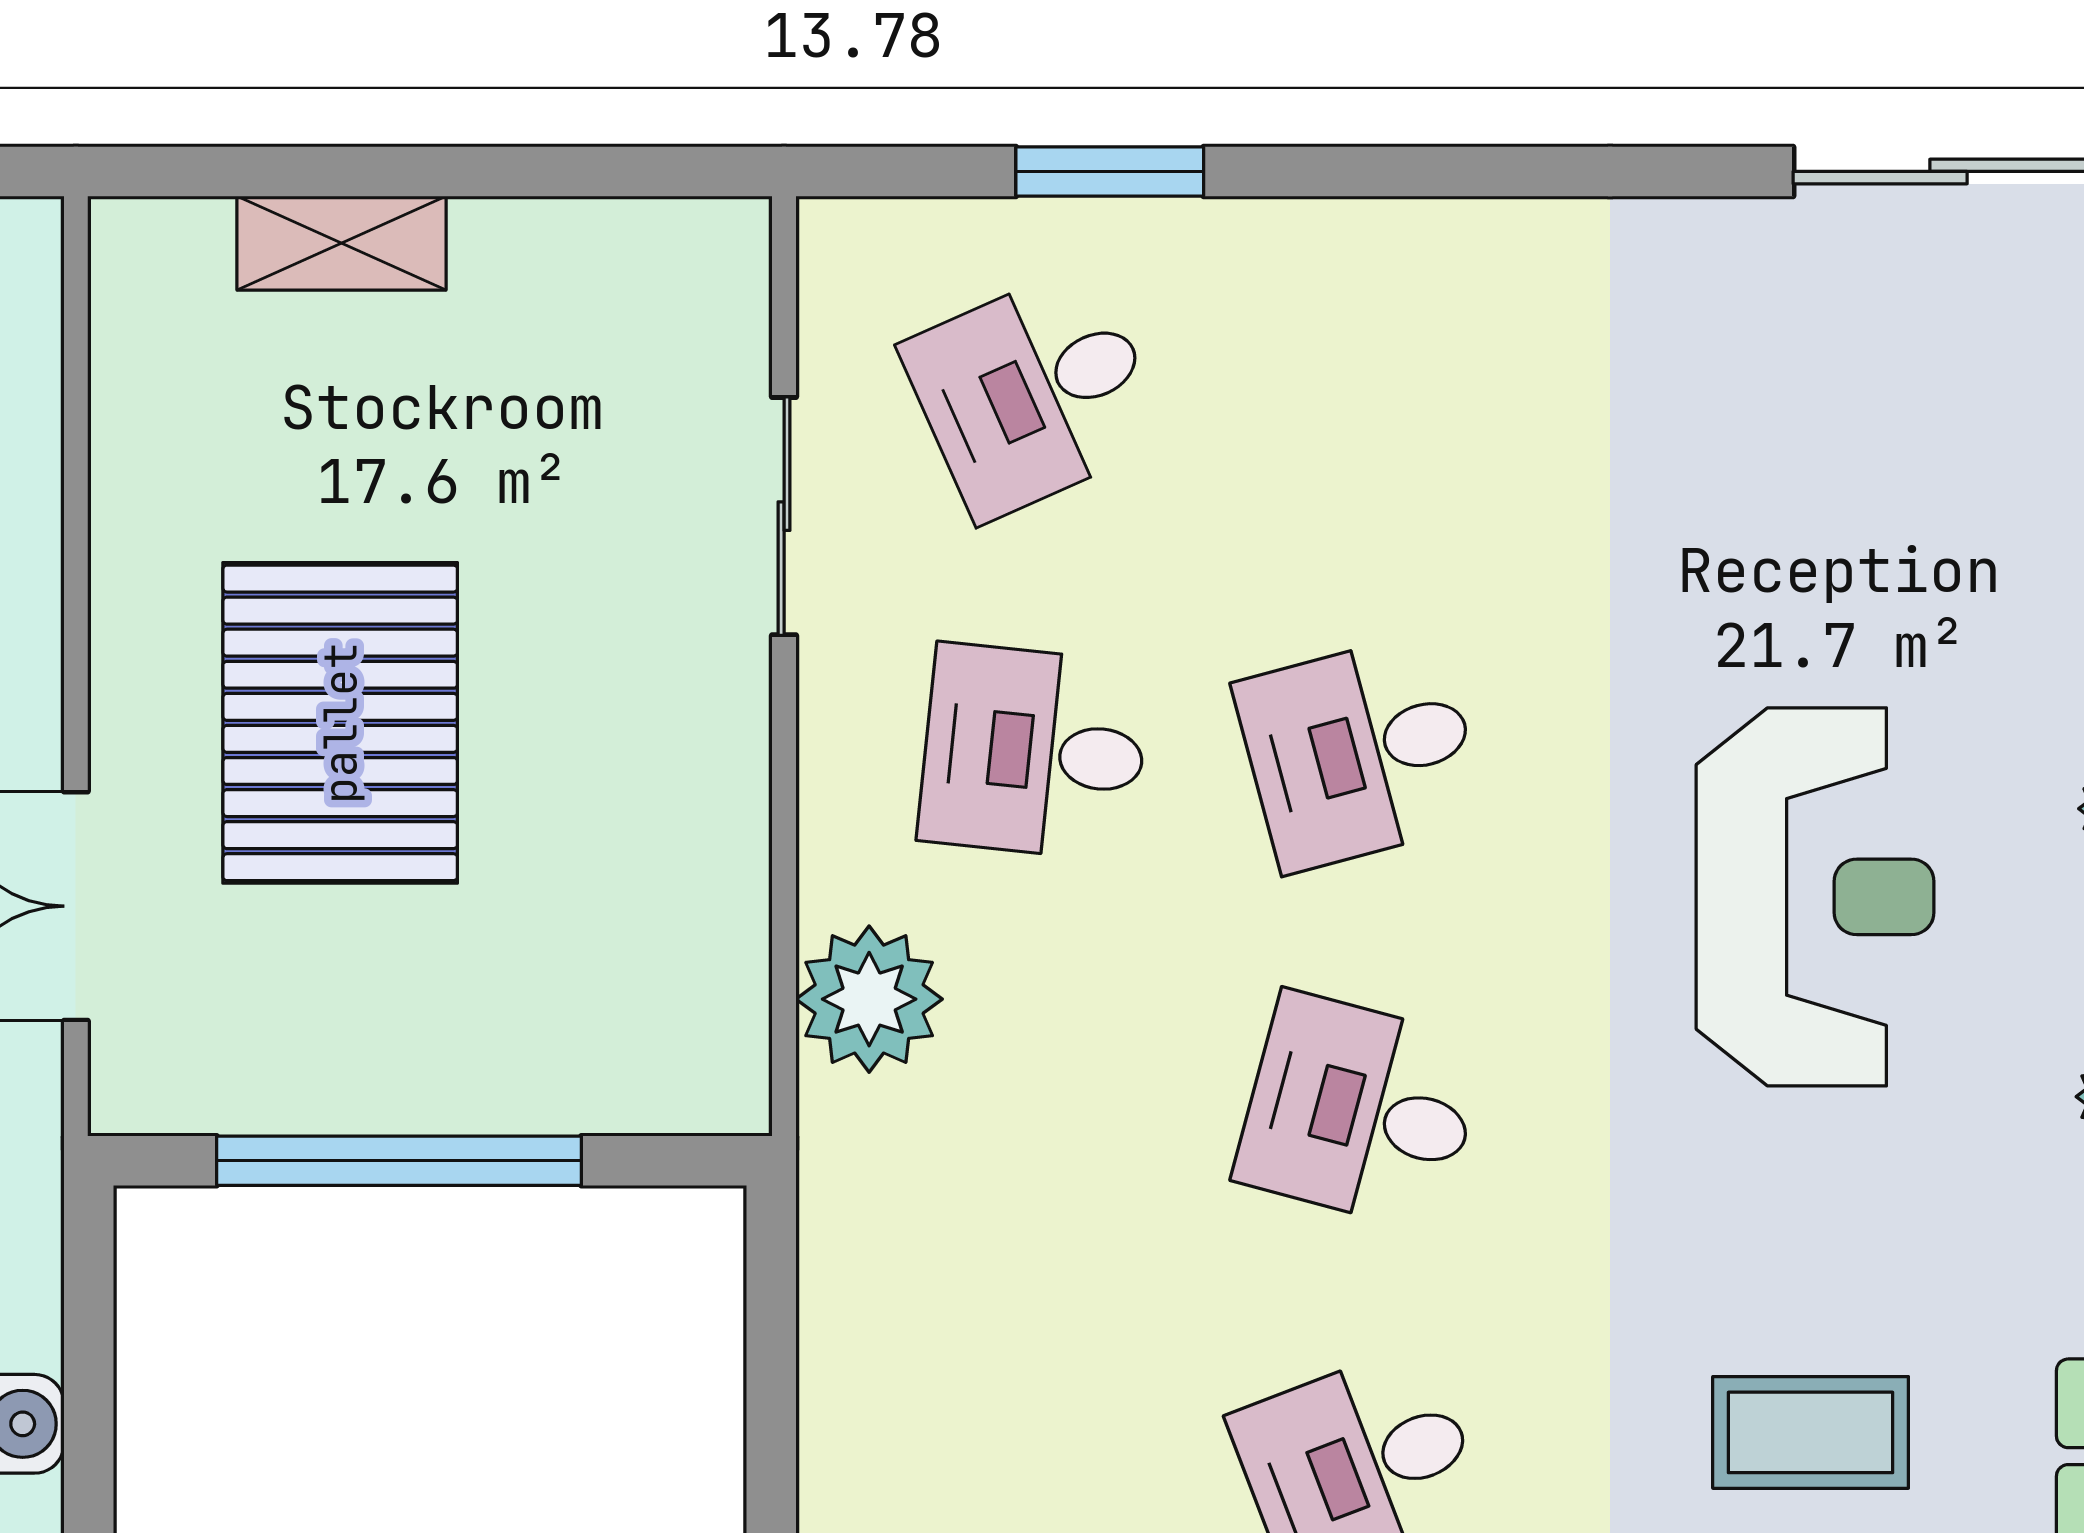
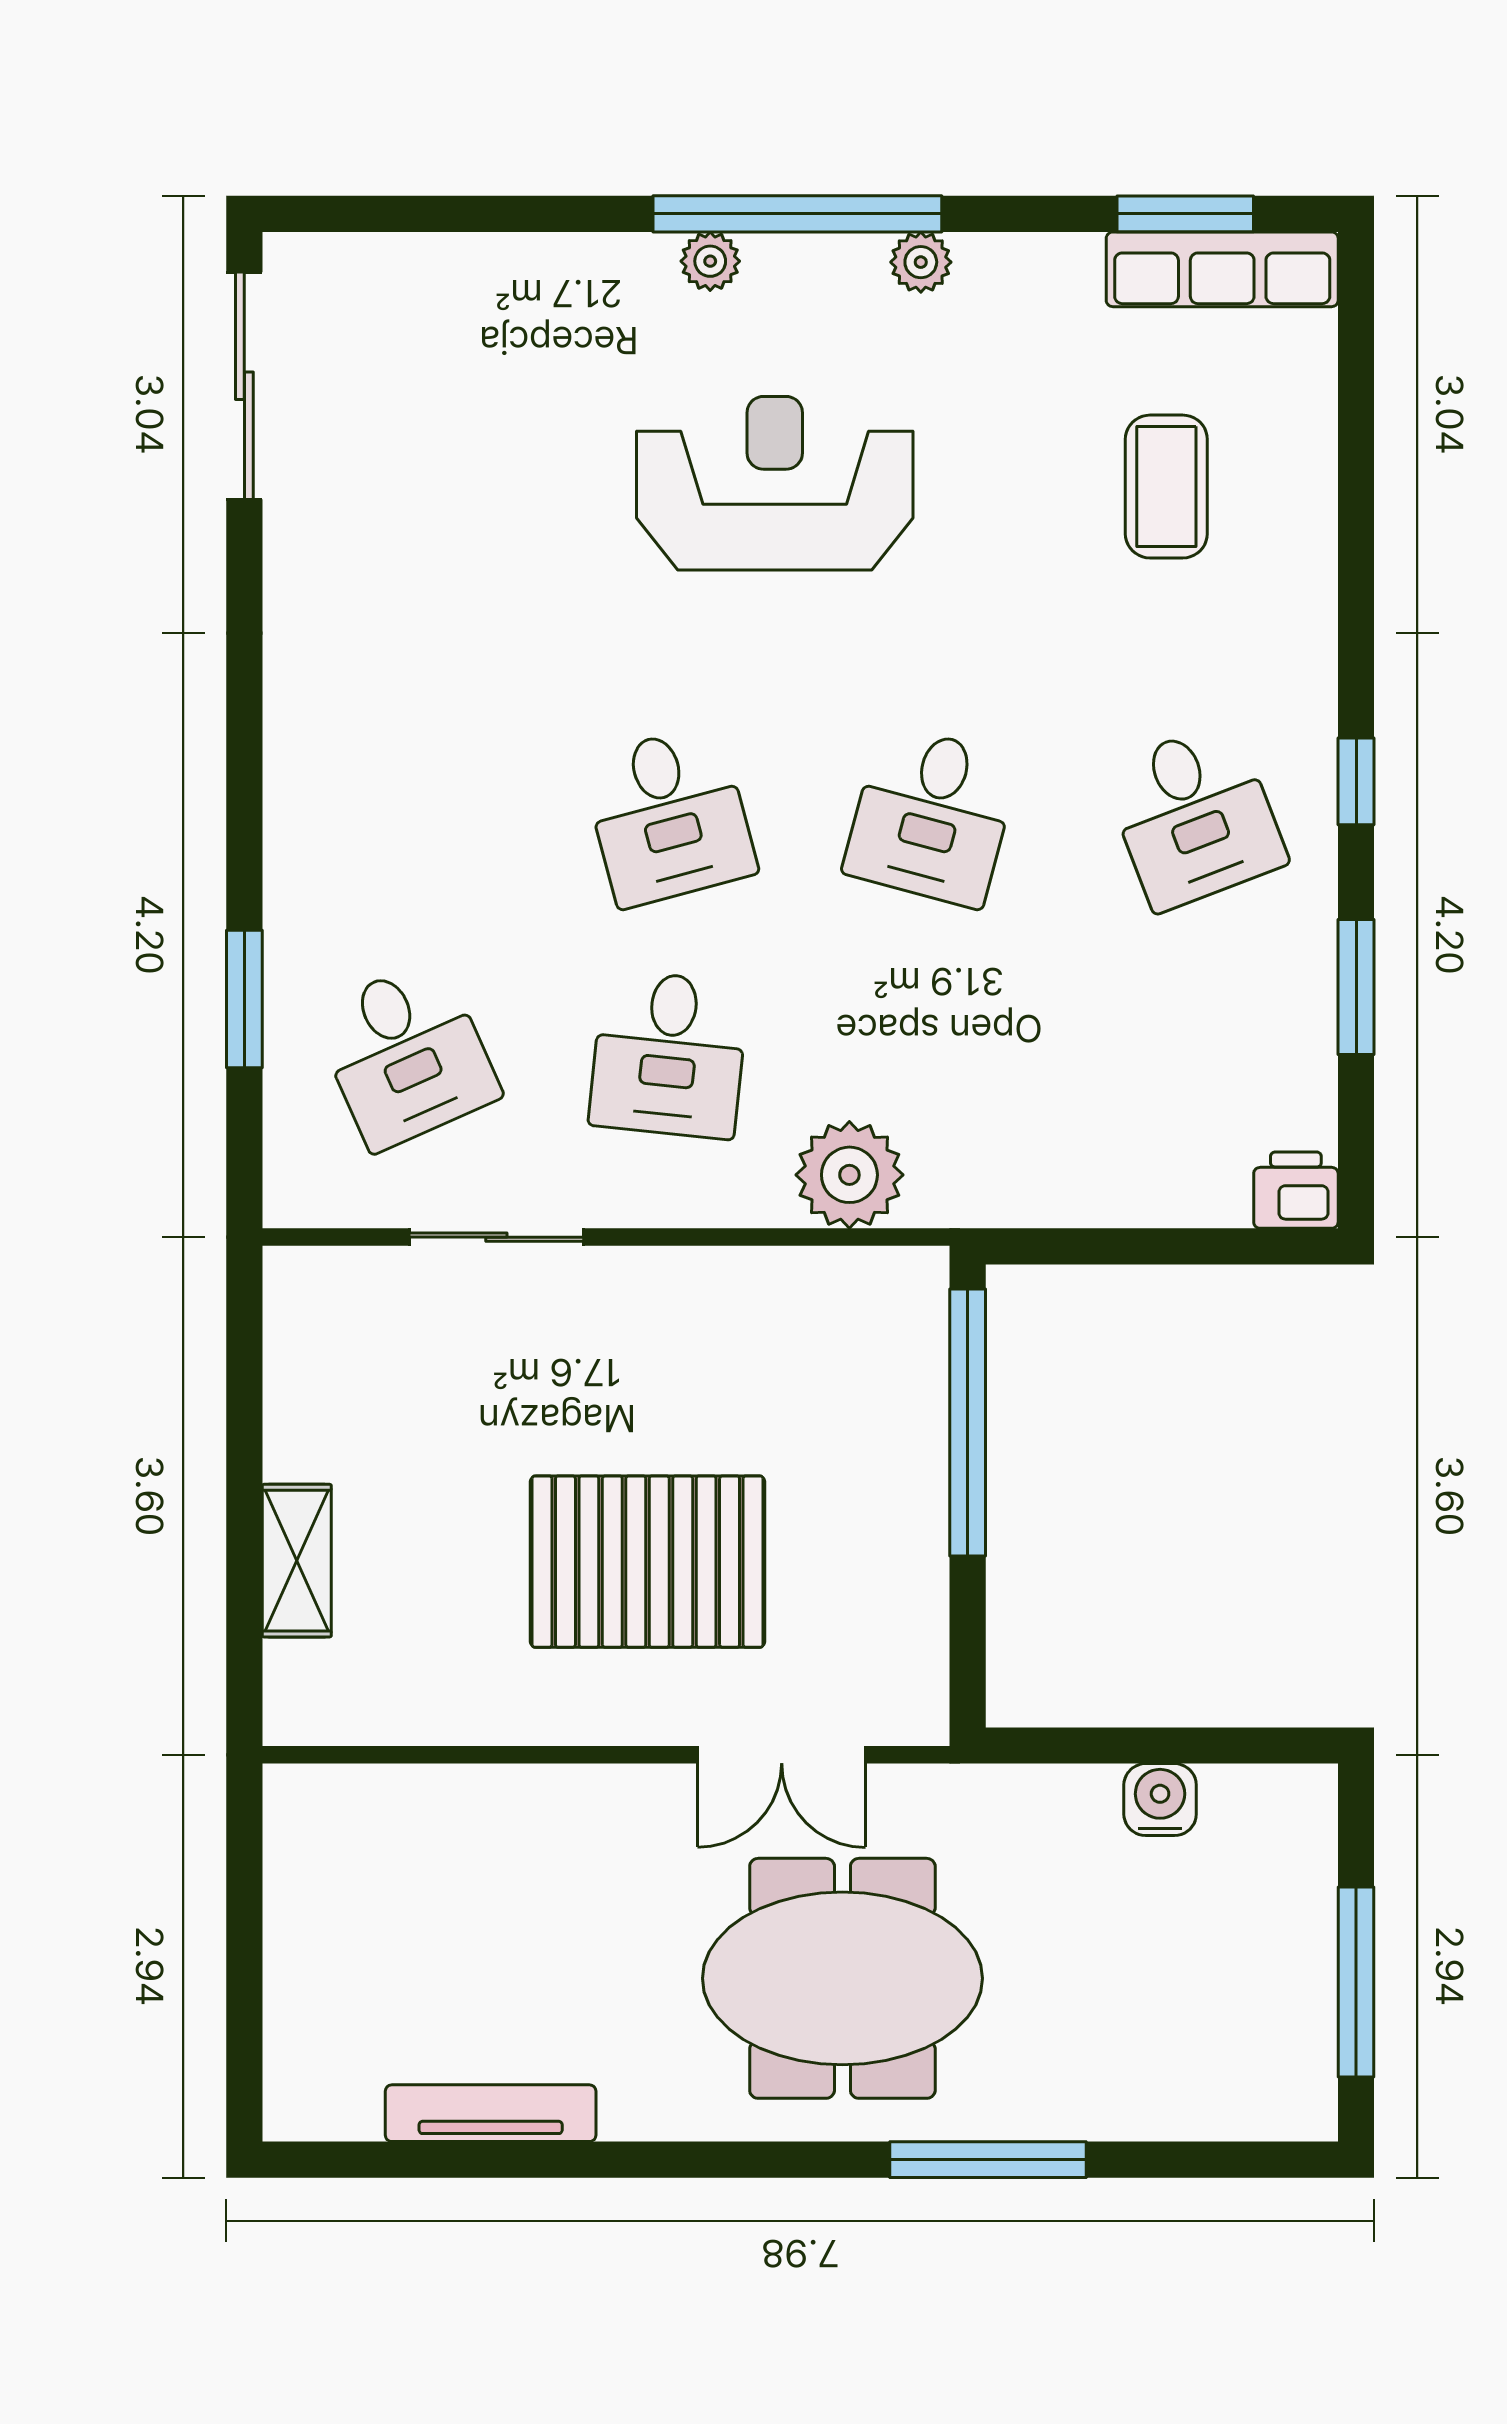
window: (399, 1161) -> (968, 1422), moved

